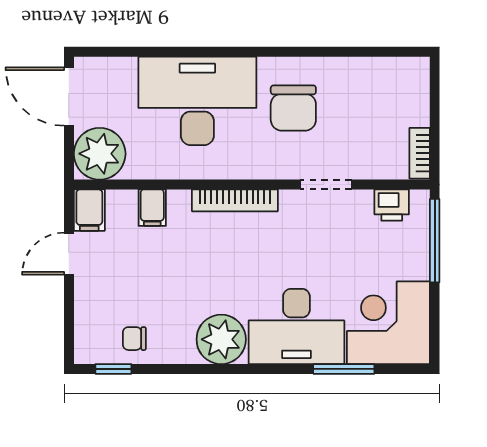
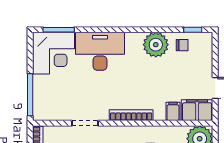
printer: (392, 205) -> (52, 113), removed
filing cabinet: (89, 210) -> (197, 110), width x2.00
plant: (221, 339) -> (156, 45), moved
window: (344, 369) -> (59, 30), moved

